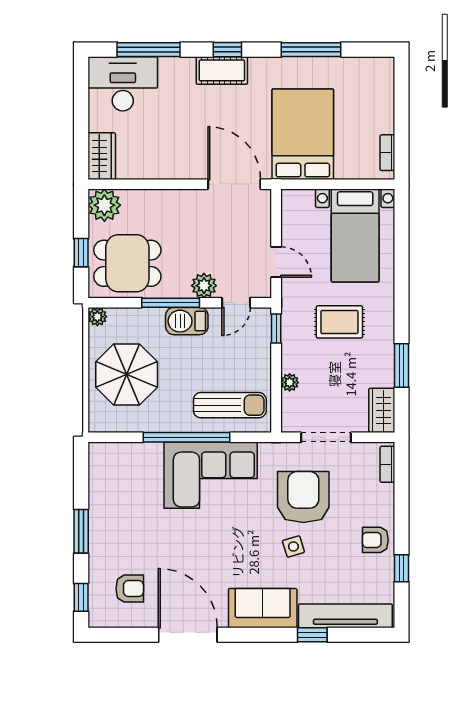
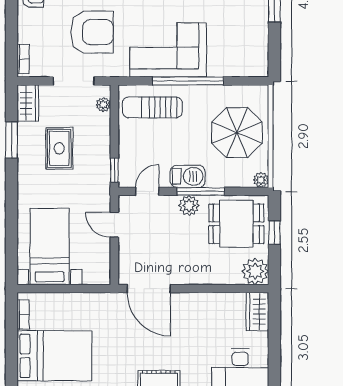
bed: (303, 134) -> (54, 356), moved, turned -90
plant: (204, 286) -> (189, 206), moved
rug: (339, 322) -> (59, 148), moved, turned 90
plant: (290, 382) -> (103, 105), moved
armchair: (303, 497) -> (92, 32), turned -90

